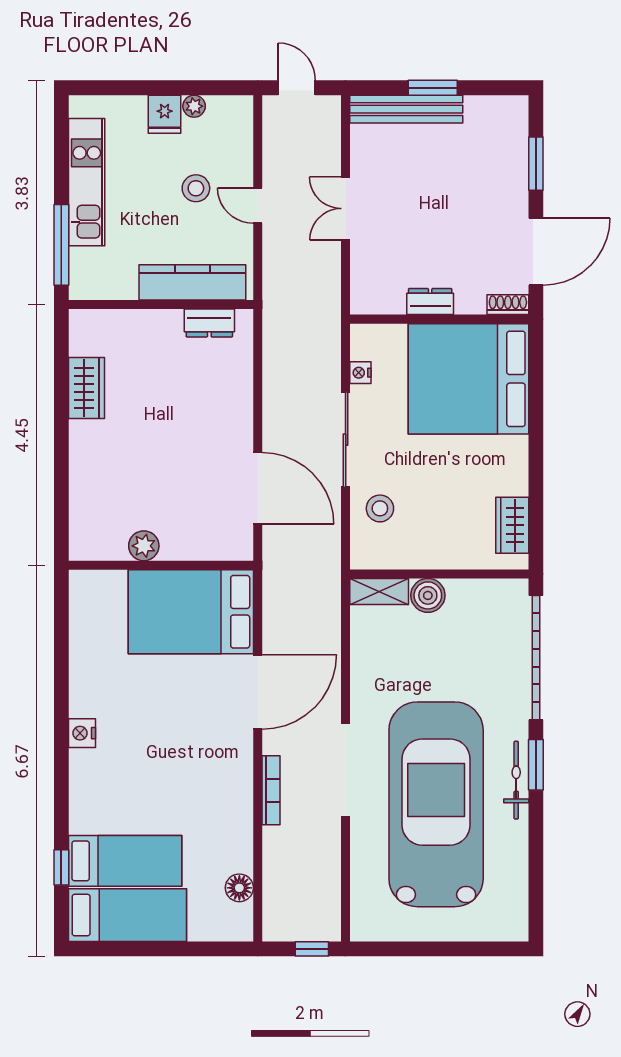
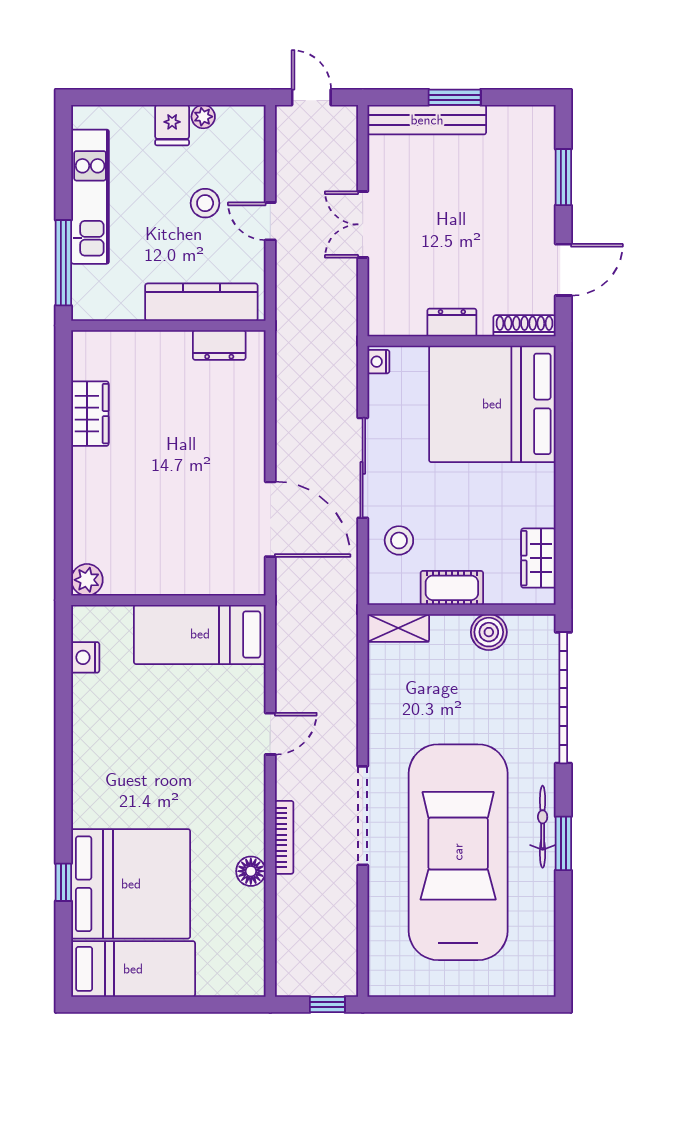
door: (536, 252) -> (563, 270), width x0.73
shoe rack: (508, 305) -> (524, 326), width x1.43
nightstand: (360, 373) -> (378, 362), moved
plant: (144, 546) -> (87, 580), moved
cot: (430, 553) -> (452, 588), added
boiler: (428, 595) -> (489, 632), moved
bed: (191, 612) -> (200, 634), width x0.67
door: (258, 692) -> (270, 734), width x0.53
nightstand: (82, 733) -> (85, 657), moved
window: (536, 765) -> (563, 843), moved
bed: (125, 861) -> (131, 884), width x2.04
window: (61, 867) -> (63, 882), moved
floor lamp: (239, 888) -> (251, 871), moved

